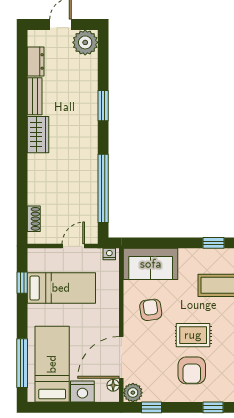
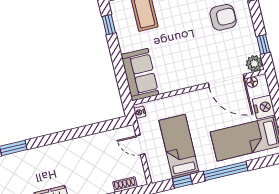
window: (103, 188) -> (85, 131), removed
armchair: (151, 310) -> (179, 65), removed
rug: (193, 335) -> (192, 23), removed
window: (22, 363) -> (226, 171), moved

